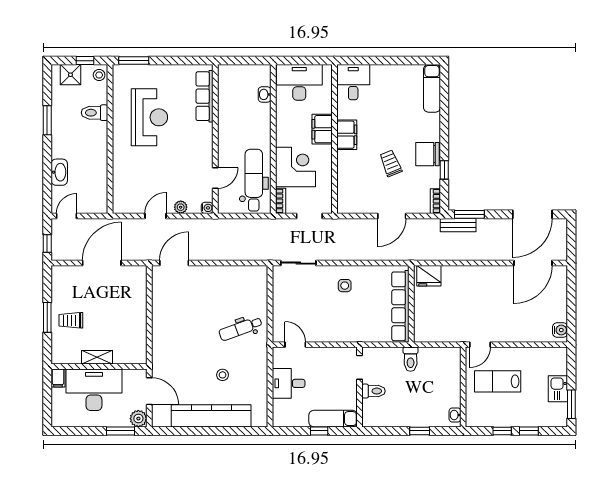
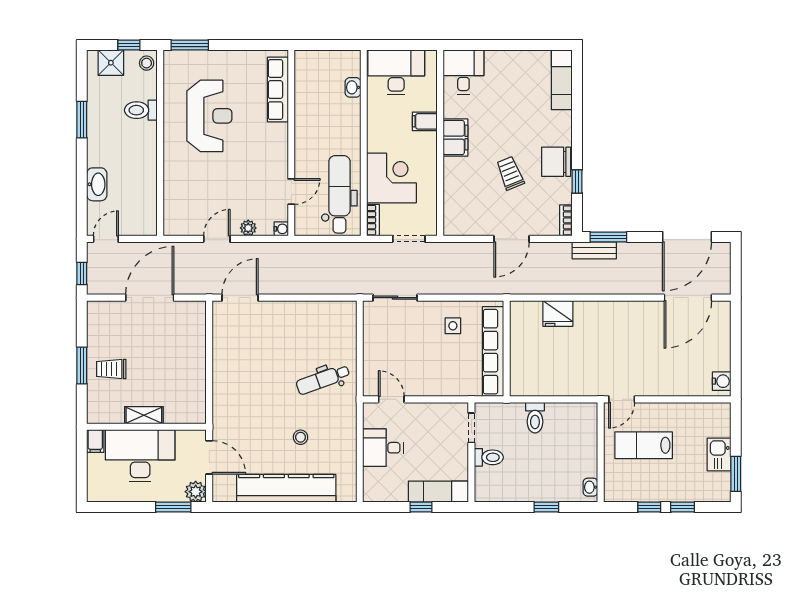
filing cabinet: (322, 129) -> (425, 121), width x0.50
wall: (411, 304) -> (507, 349), moved
row of seats: (400, 306) -> (493, 352), moved

